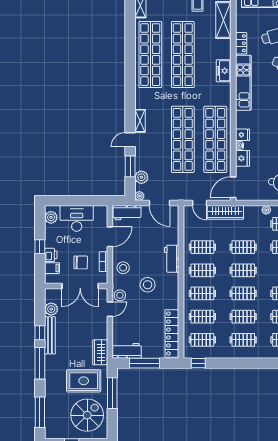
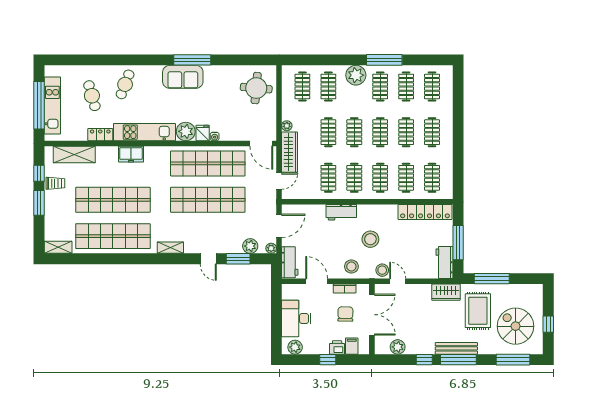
plant: (244, 120) -> (186, 131), added
shelving: (140, 121) -> (170, 248), moved
fridge: (242, 158) -> (229, 133), removed
plant: (266, 210) -> (287, 126), moved
bench: (50, 335) -> (456, 348), moved
window: (198, 363) -> (458, 183), removed
spiral stairs: (87, 415) -> (516, 326), moved

